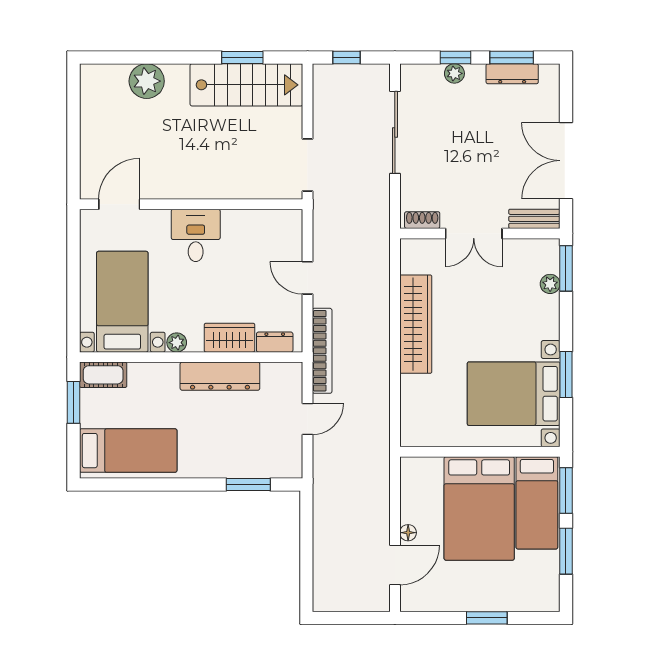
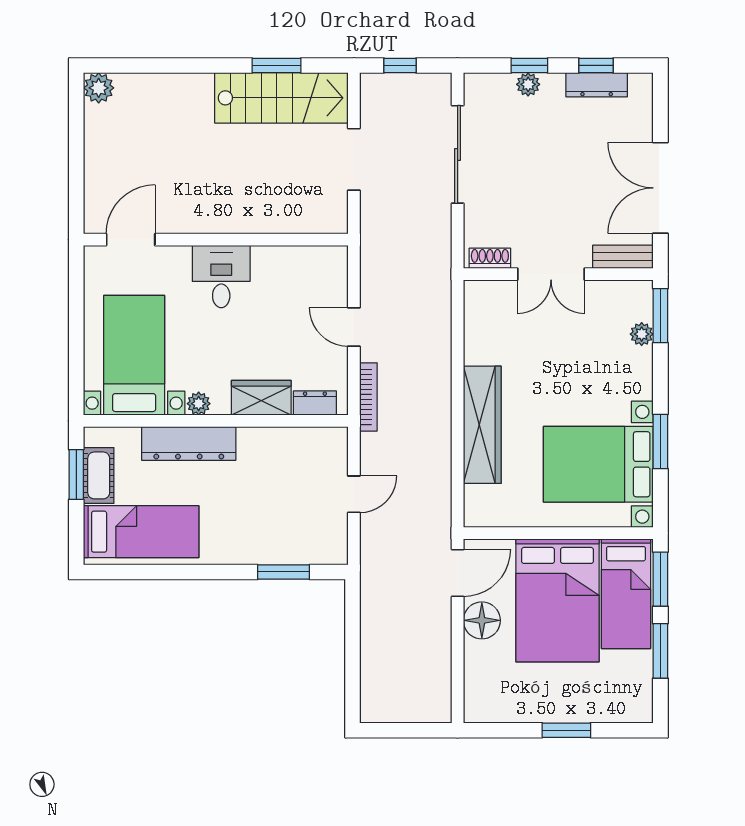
window: (512, 58) -> (596, 65), width x0.67
plant: (147, 81) -> (99, 88), moved, width x0.73, depth x0.73
doorway: (308, 165) -> (354, 159), moved
wardrobe: (416, 324) -> (482, 425), moved
bookcase: (322, 351) -> (368, 397), width x0.68, depth x0.76
cot: (103, 375) -> (99, 475), moved, turned 90
dresser: (220, 376) -> (189, 443), moved
floor lamp: (408, 533) -> (482, 620), width x1.89, depth x1.89
door: (395, 565) -> (458, 573), moved

